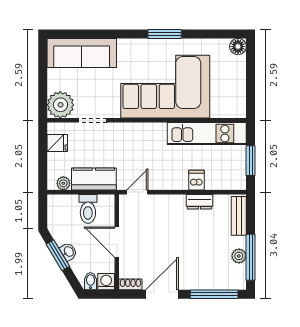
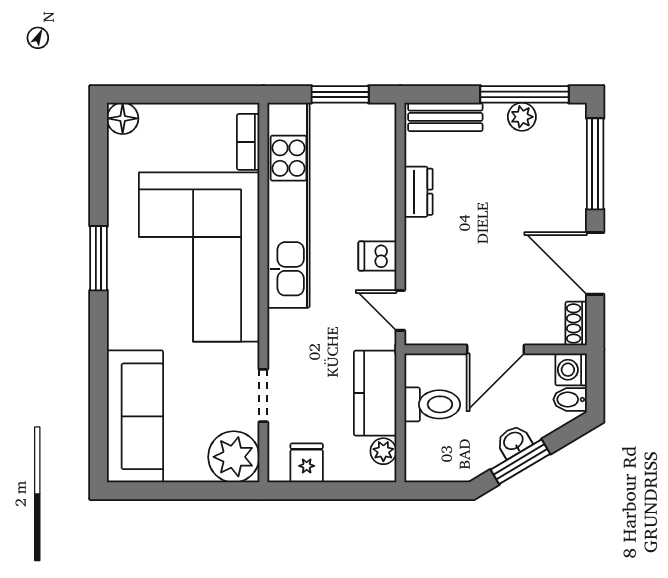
bookcase: (226, 112) -> (248, 142), added
kitchen unit: (207, 134) -> (289, 205), width x1.36
dishwasher: (196, 180) -> (377, 256), moved

